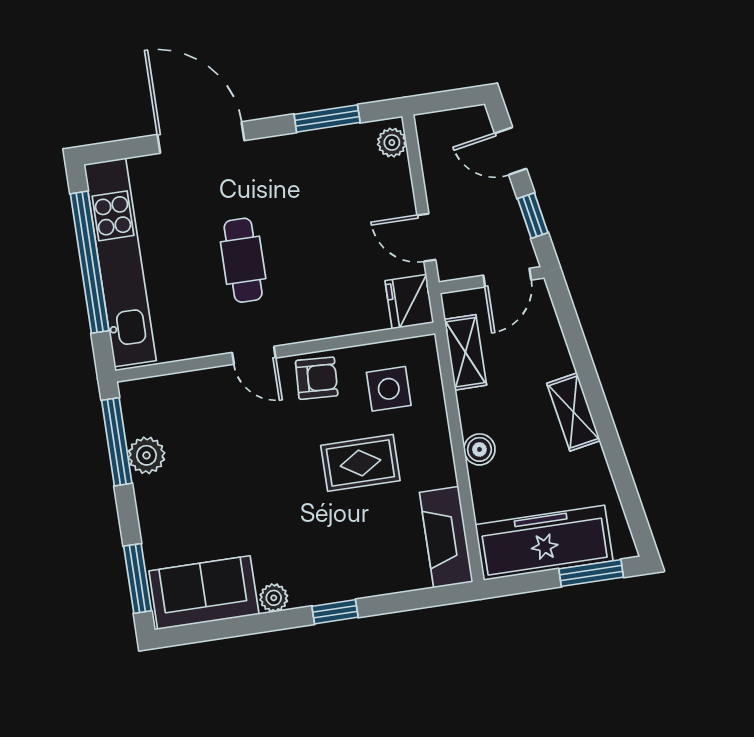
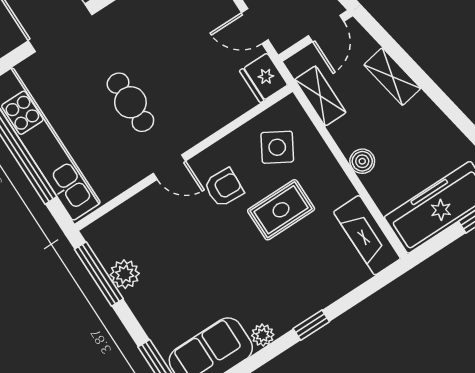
armchair: (317, 378) -> (224, 188), moved
side table: (389, 389) -> (277, 147), turned 30
shelving: (574, 412) -> (392, 77), moved

